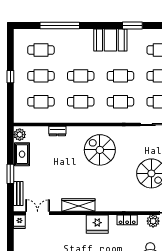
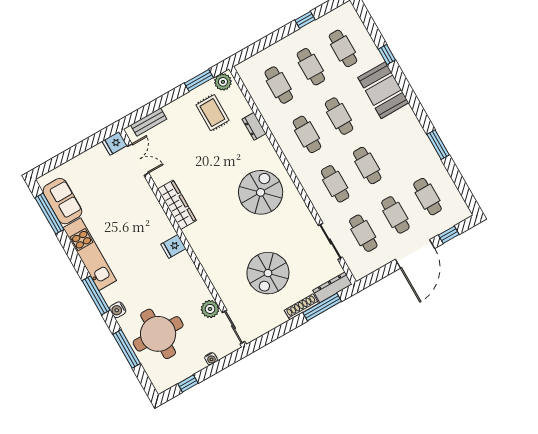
window: (60, 26) -> (387, 54), width x0.32
booth: (110, 40) -> (383, 90), moved
window: (10, 77) -> (305, 20), moved
rug: (22, 154) -> (212, 113), moved, turned 90
window: (10, 174) -> (199, 80), moved
locker: (127, 220) -> (193, 276), removed
fridge: (97, 224) -> (173, 246), width x0.53, depth x0.75

